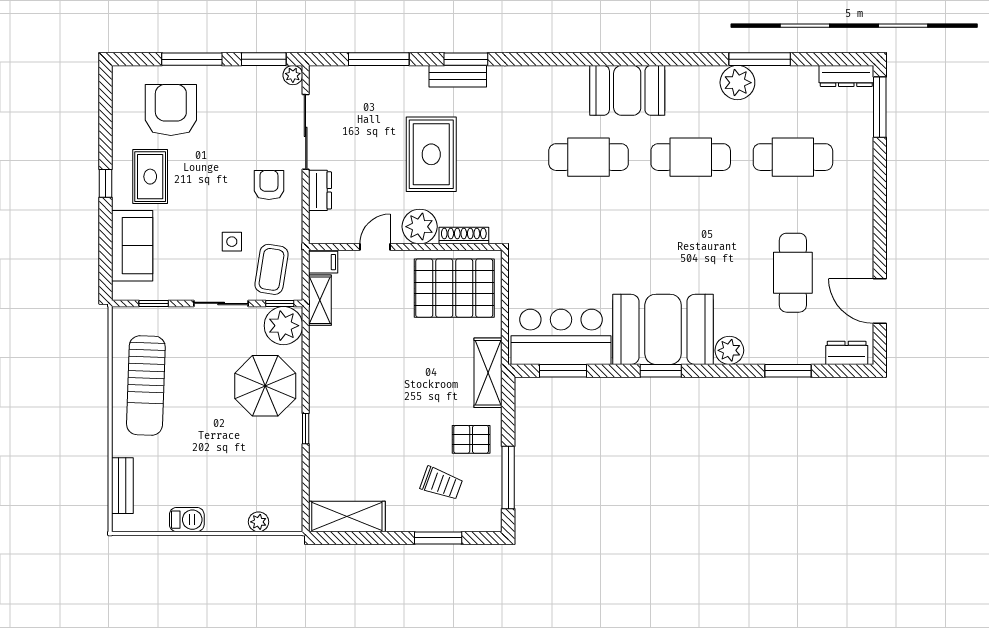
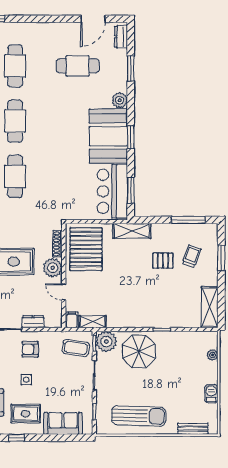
window: (106, 183) -> (17, 438), moved
side table: (232, 242) -> (26, 380), moved
pallet: (471, 439) -> (163, 261), moved, turned 90

